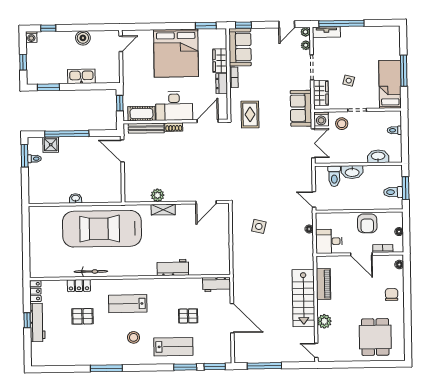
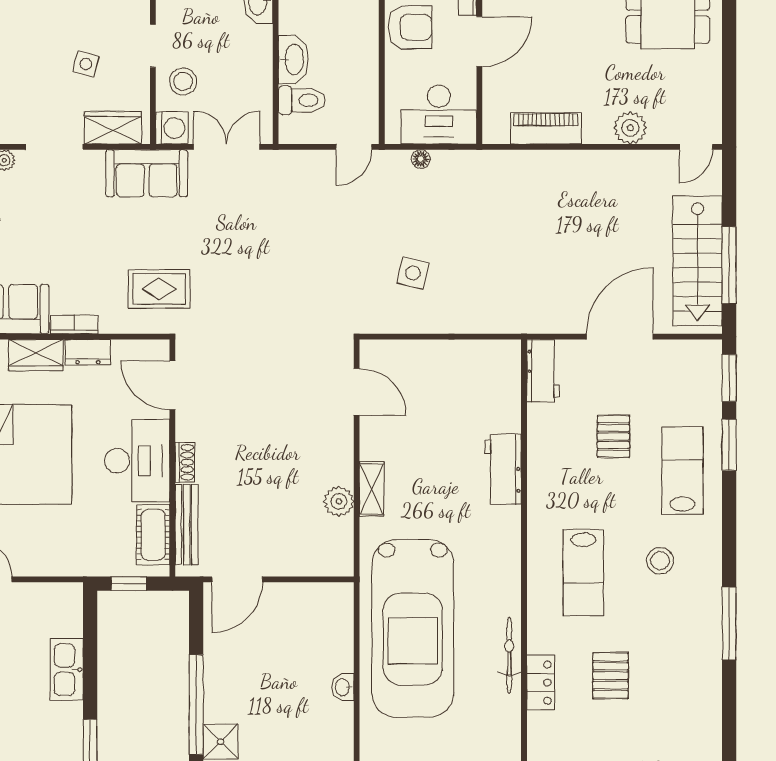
desk: (329, 241) -> (439, 114), width x1.37
stairs: (303, 298) -> (698, 261), moved, turned 90

